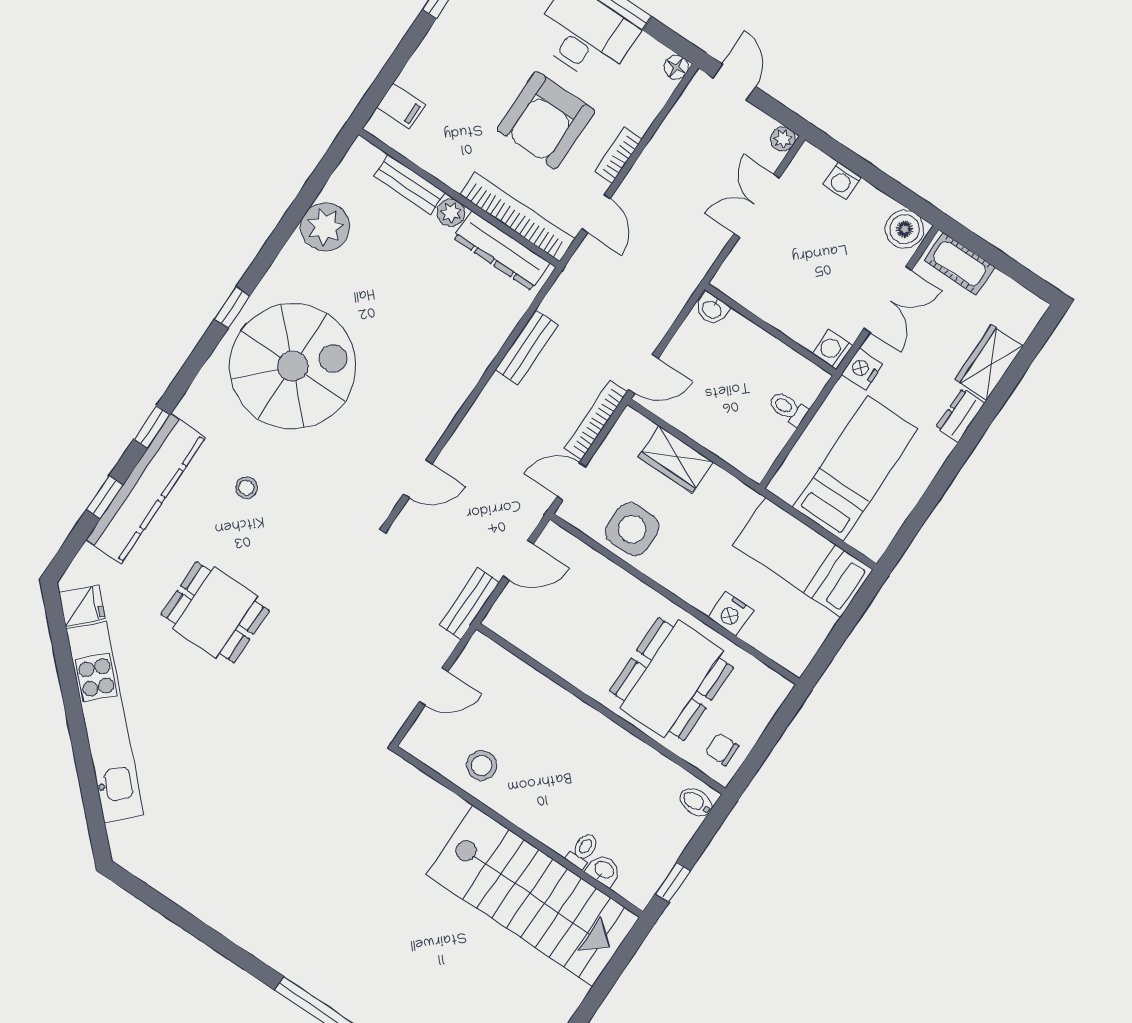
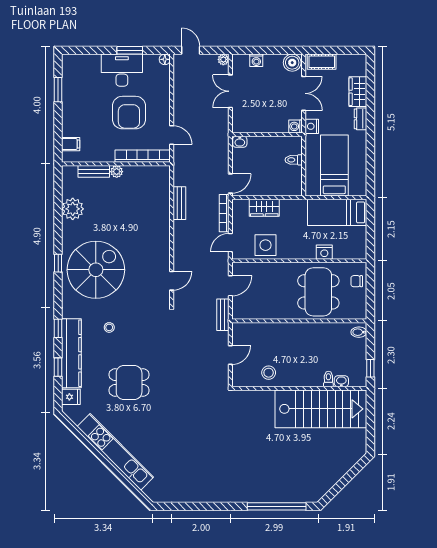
bookcase: (618, 155) -> (165, 107), removed
dresser: (502, 251) -> (145, 173), removed
fridge: (82, 606) -> (71, 397), moved, turned 45
chair: (722, 749) -> (357, 281), moved

